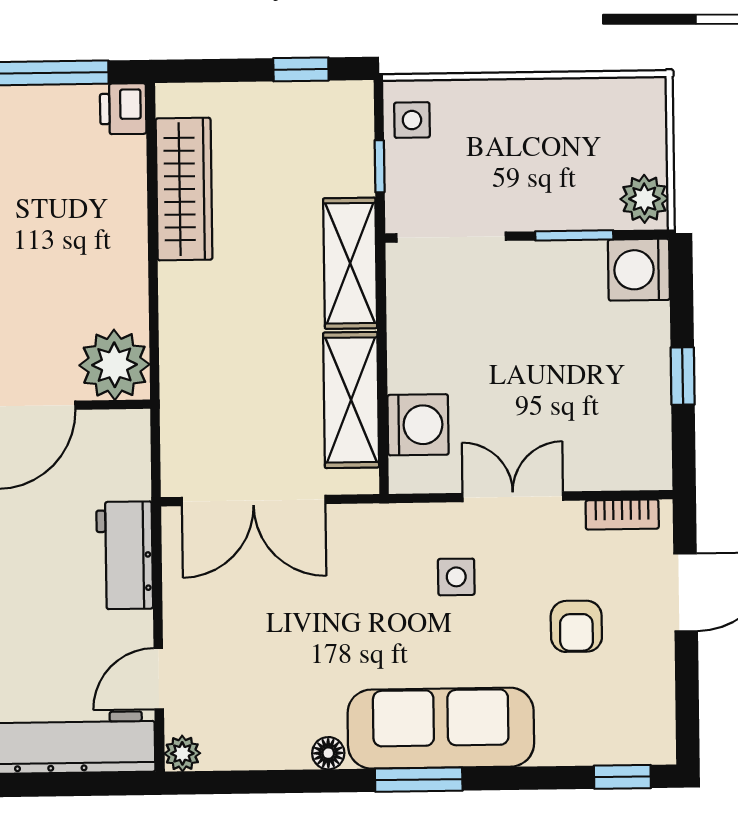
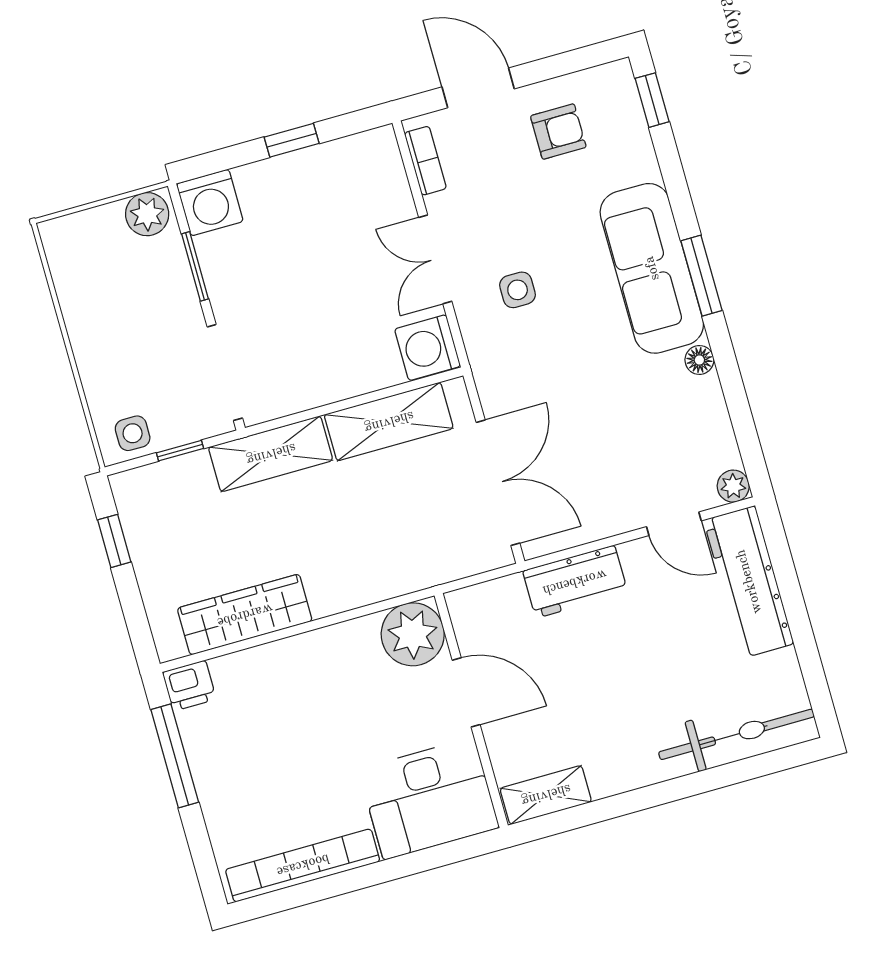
washing machine: (418, 425) -> (428, 348), moved, turned -90
armchair: (576, 626) -> (558, 132), moved

